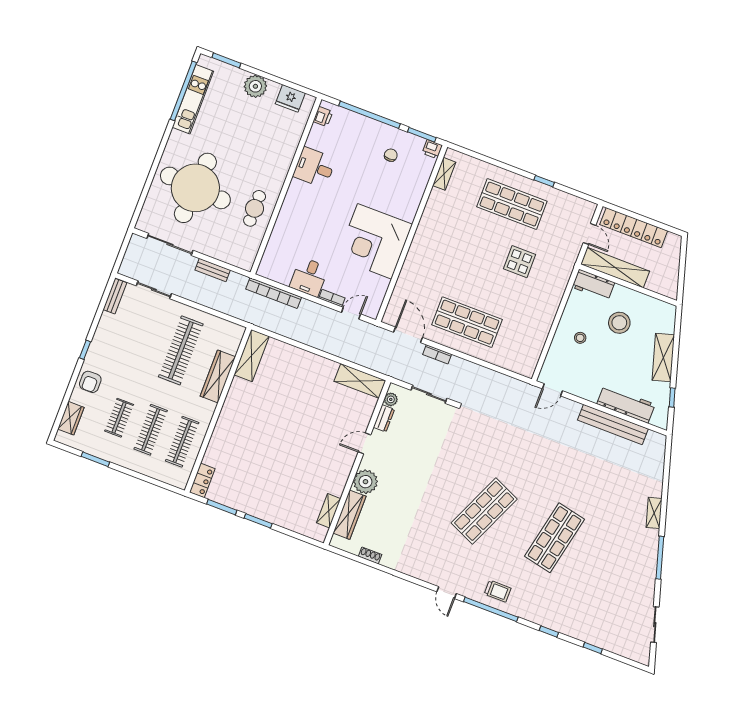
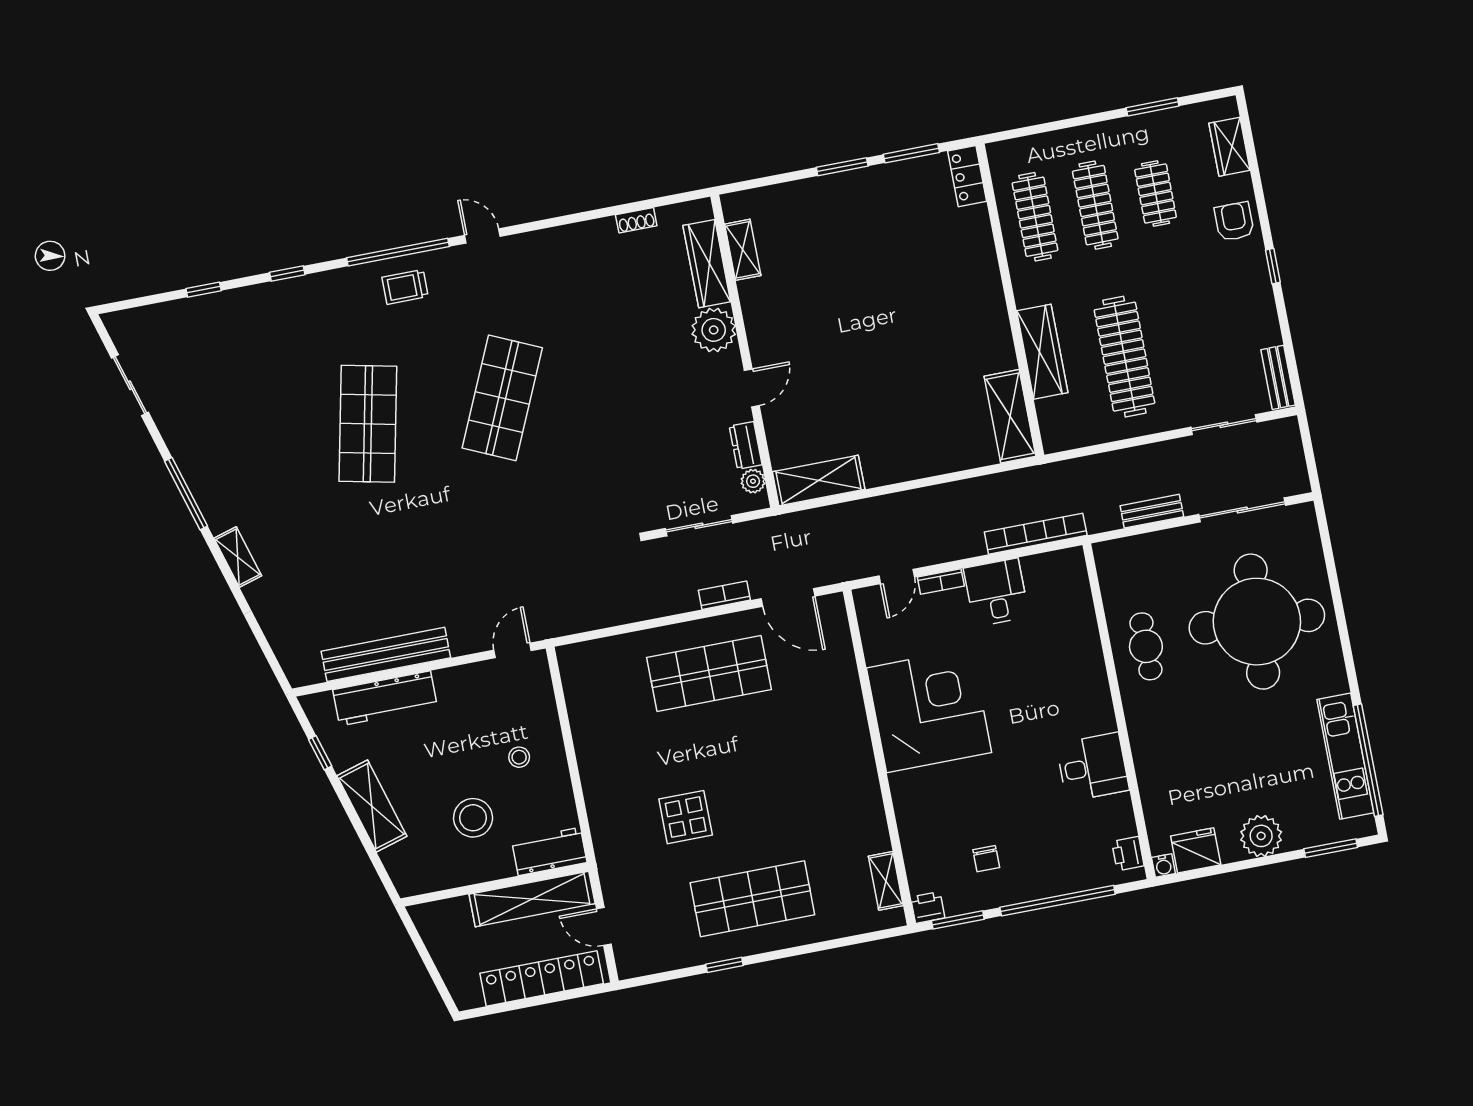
water cooler: (310, 101) -> (1163, 865), added

